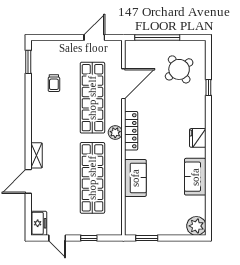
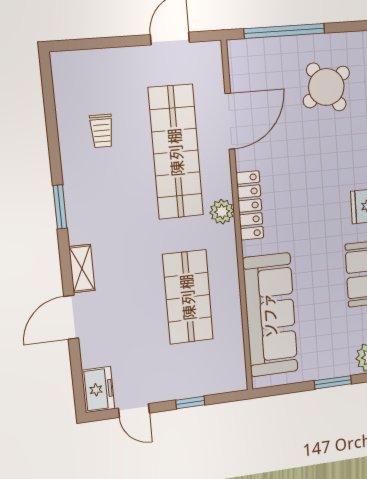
window: (28, 62) -> (60, 207), moved
shop shelf: (92, 178) -> (188, 297), width x0.71
sofa: (135, 178) -> (270, 315), width x1.85, depth x1.27
window: (147, 238) -> (333, 382), moved

